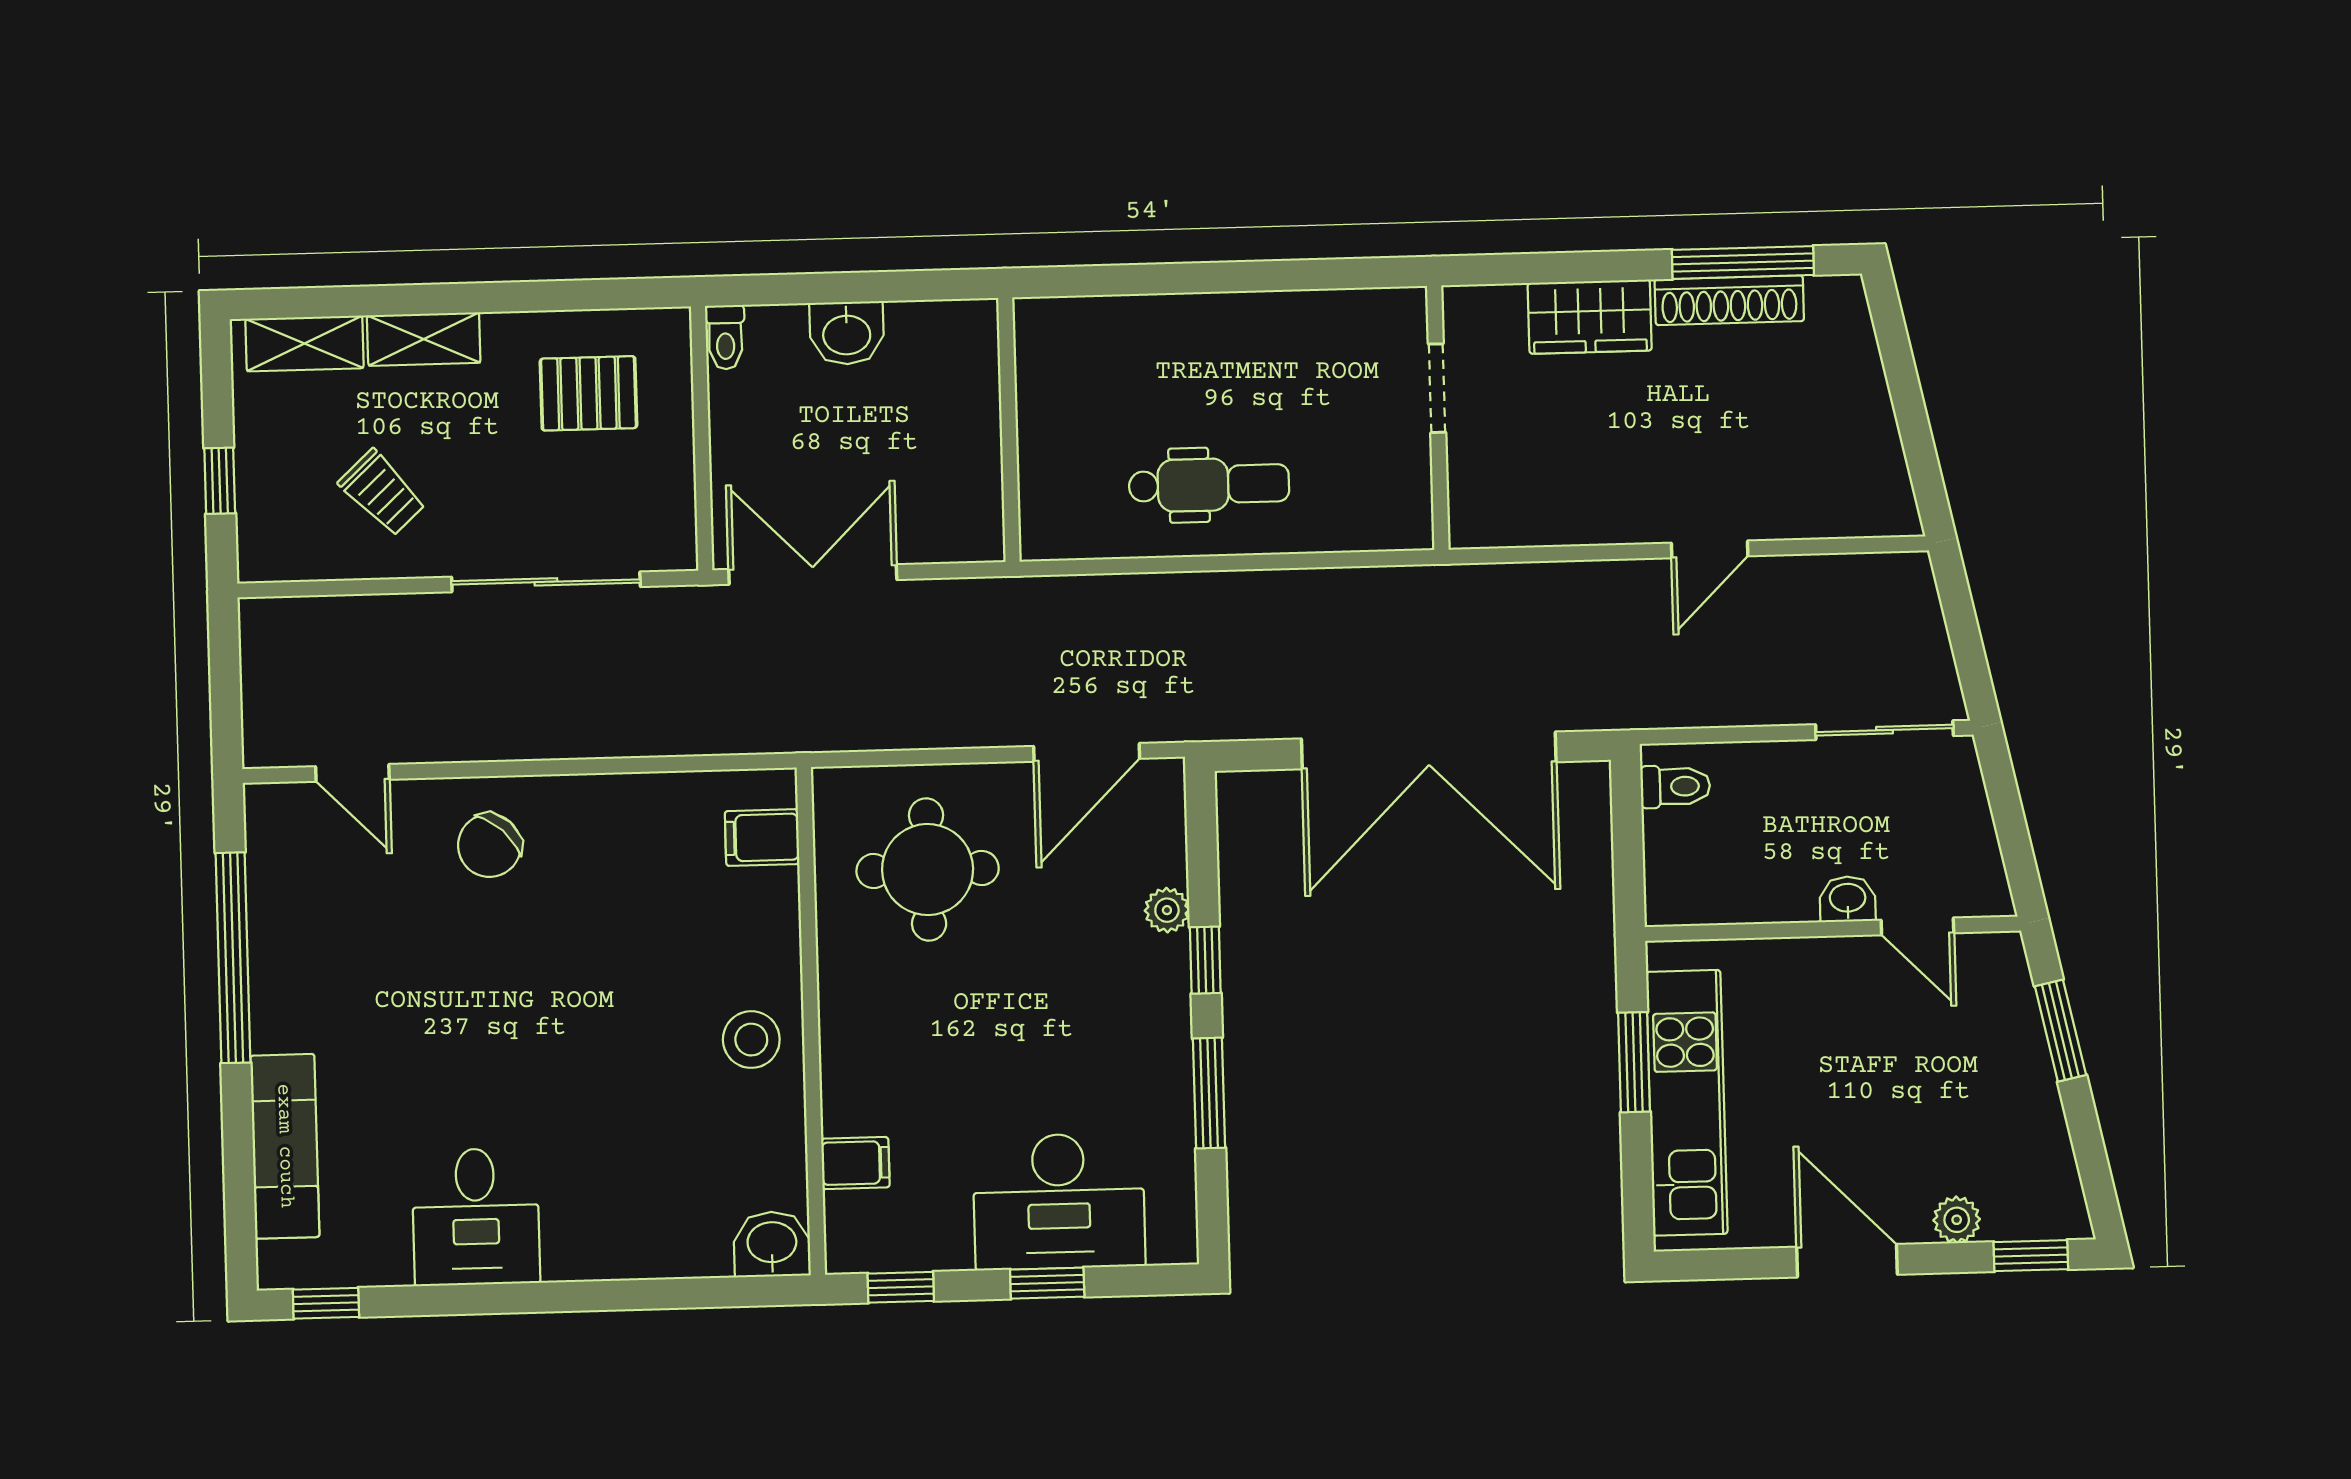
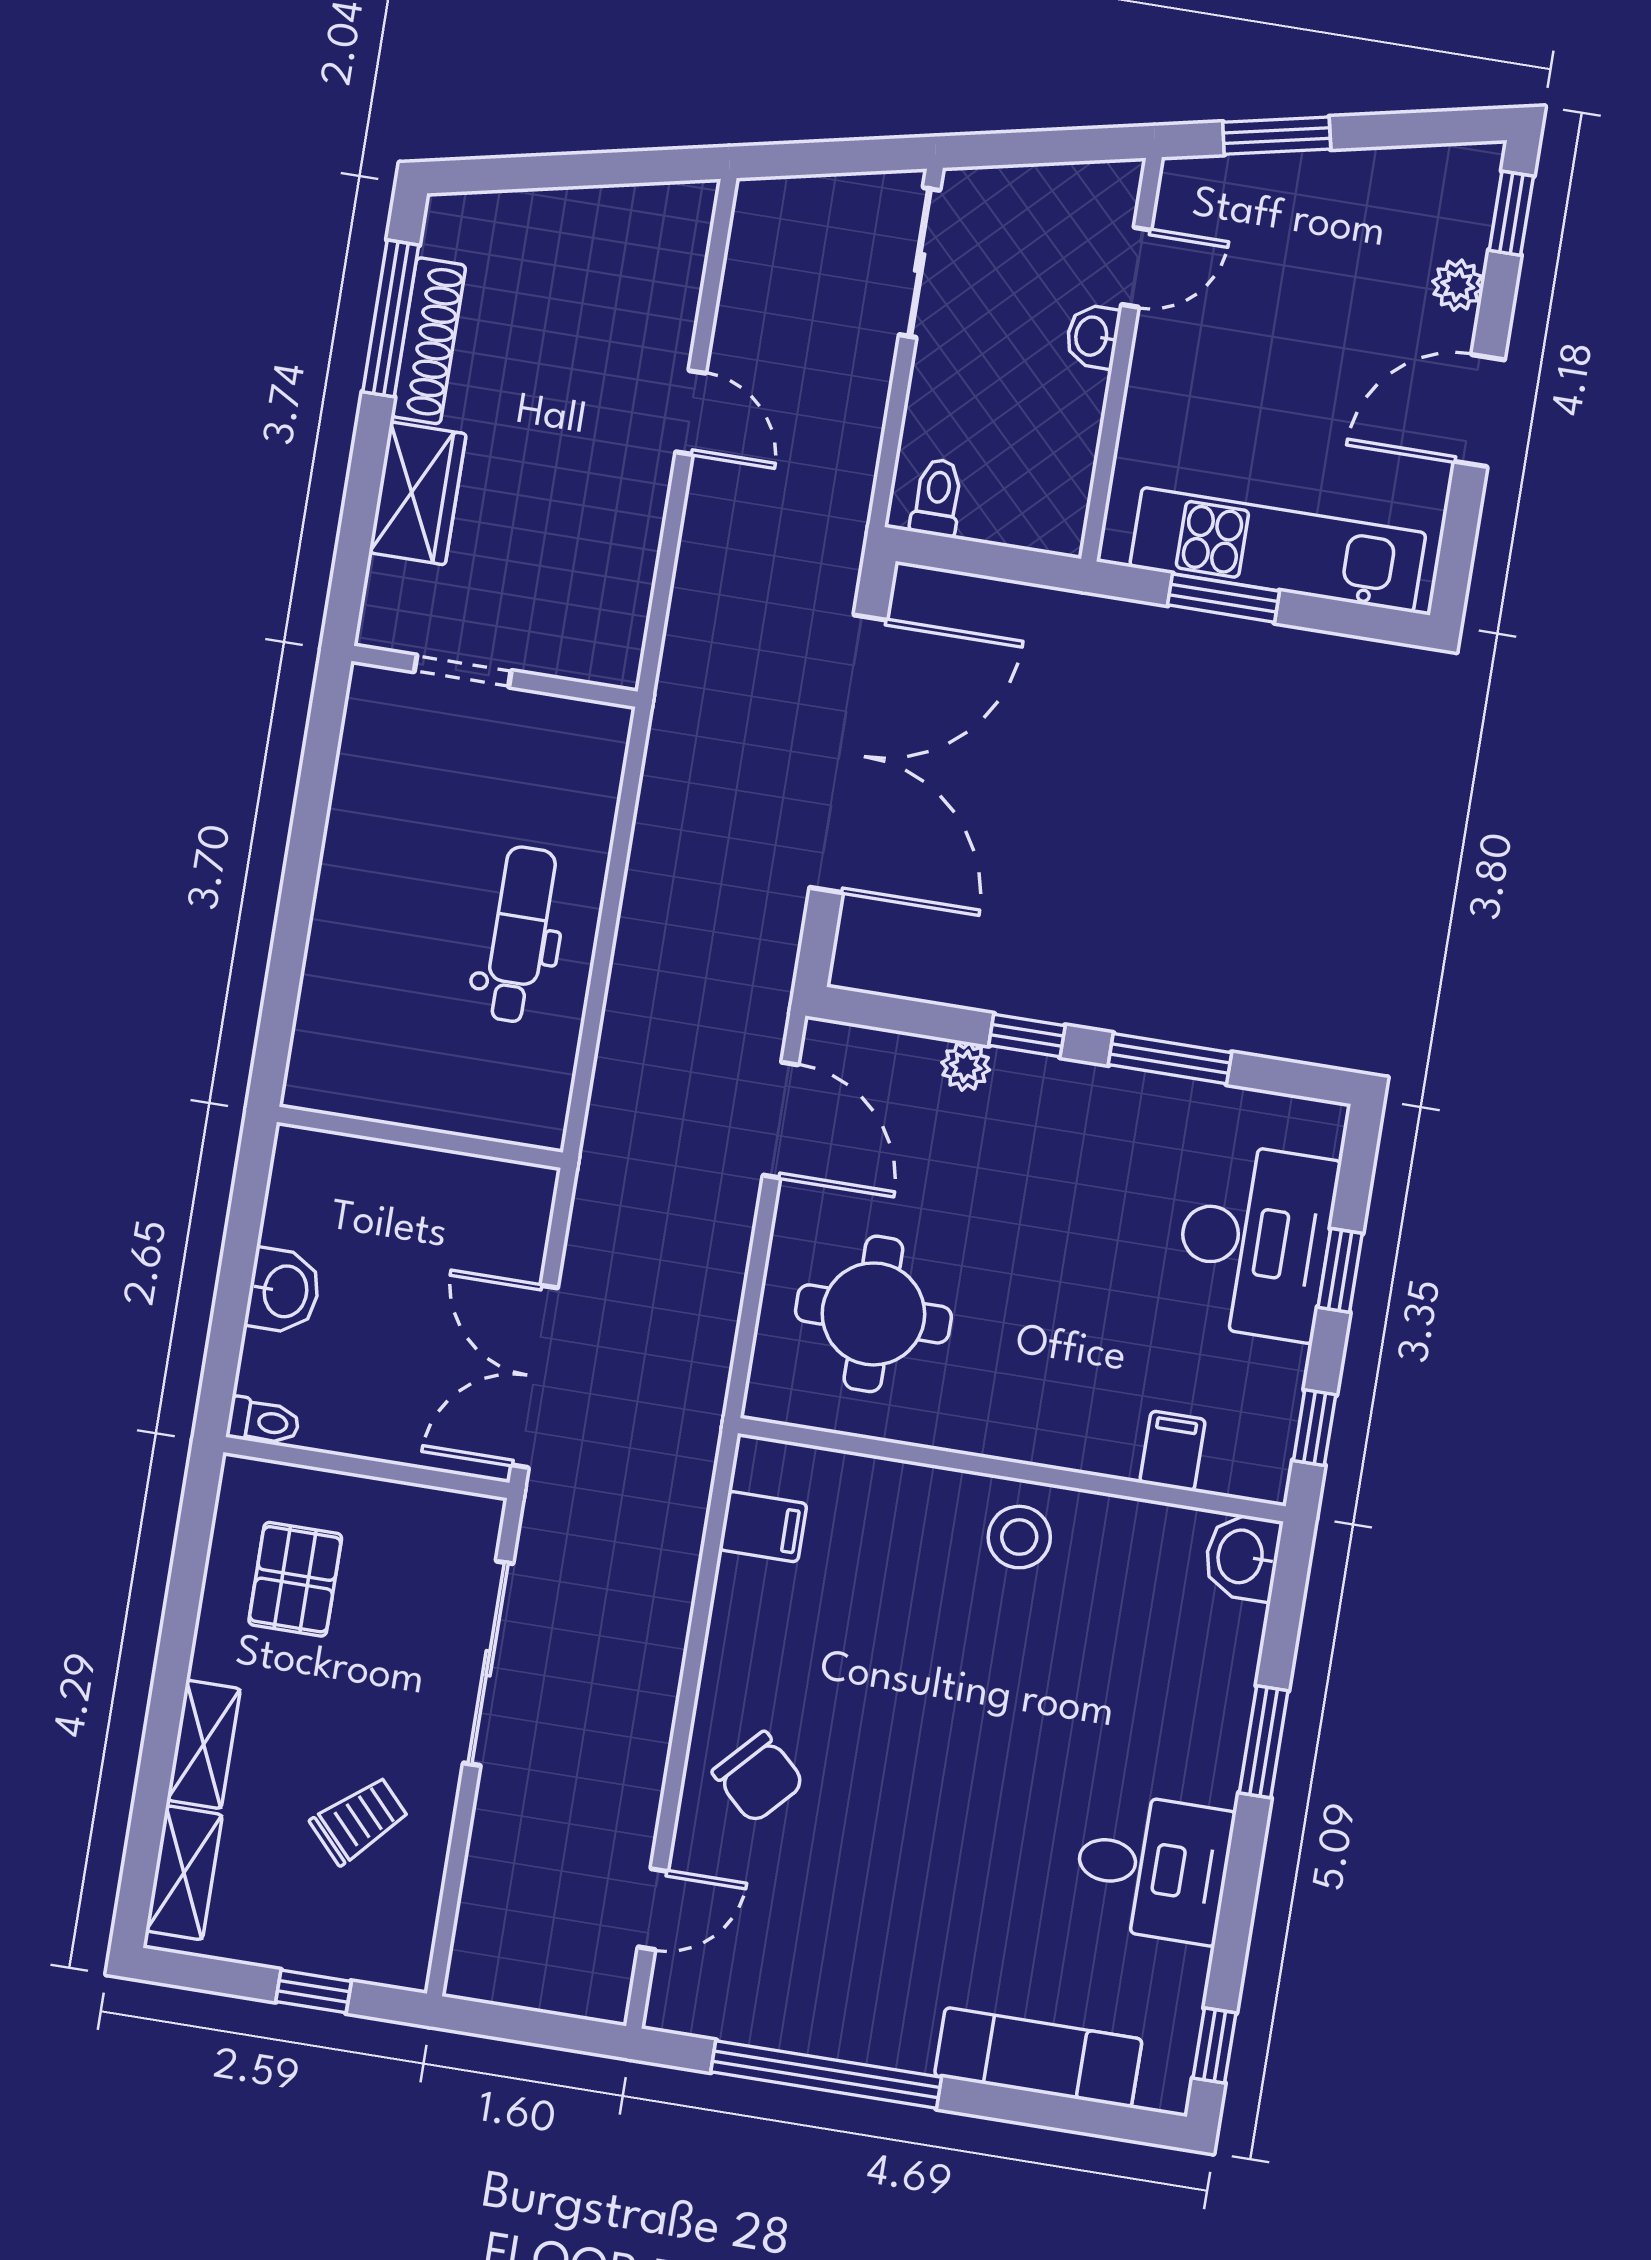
filing cabinet: (762, 838) -> (763, 1527), moved, turned -90
window: (609, 1295) -> (1264, 1742), added

